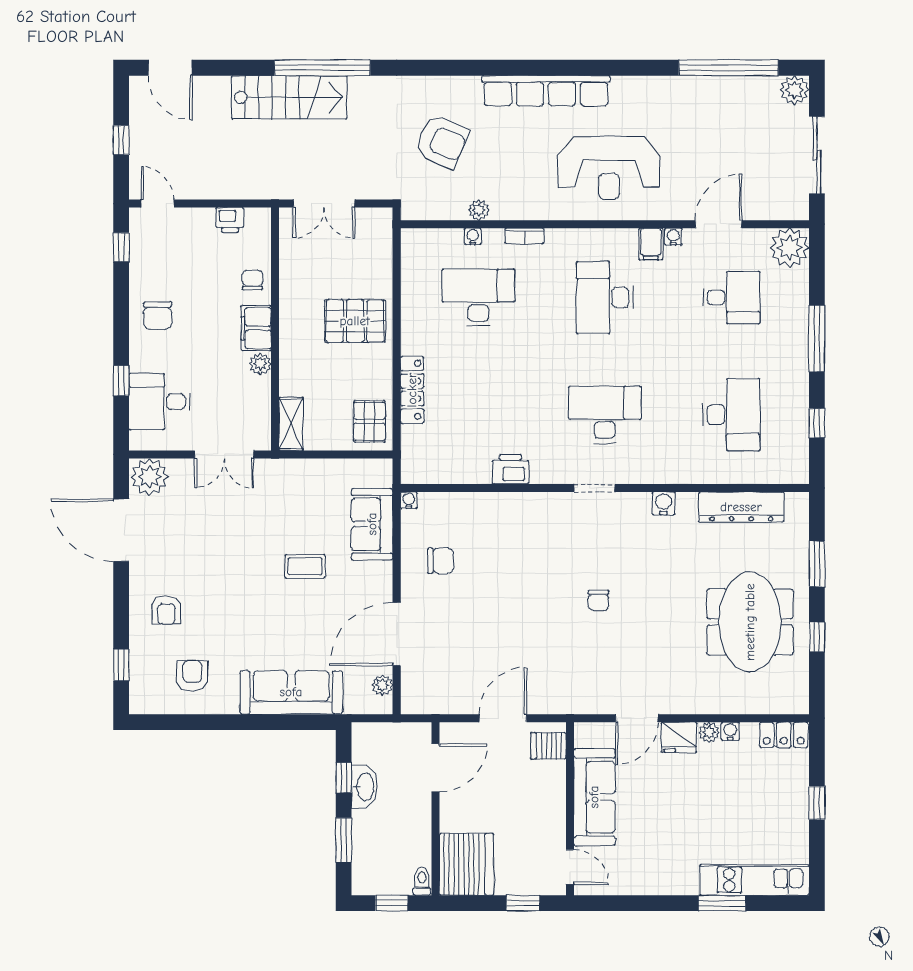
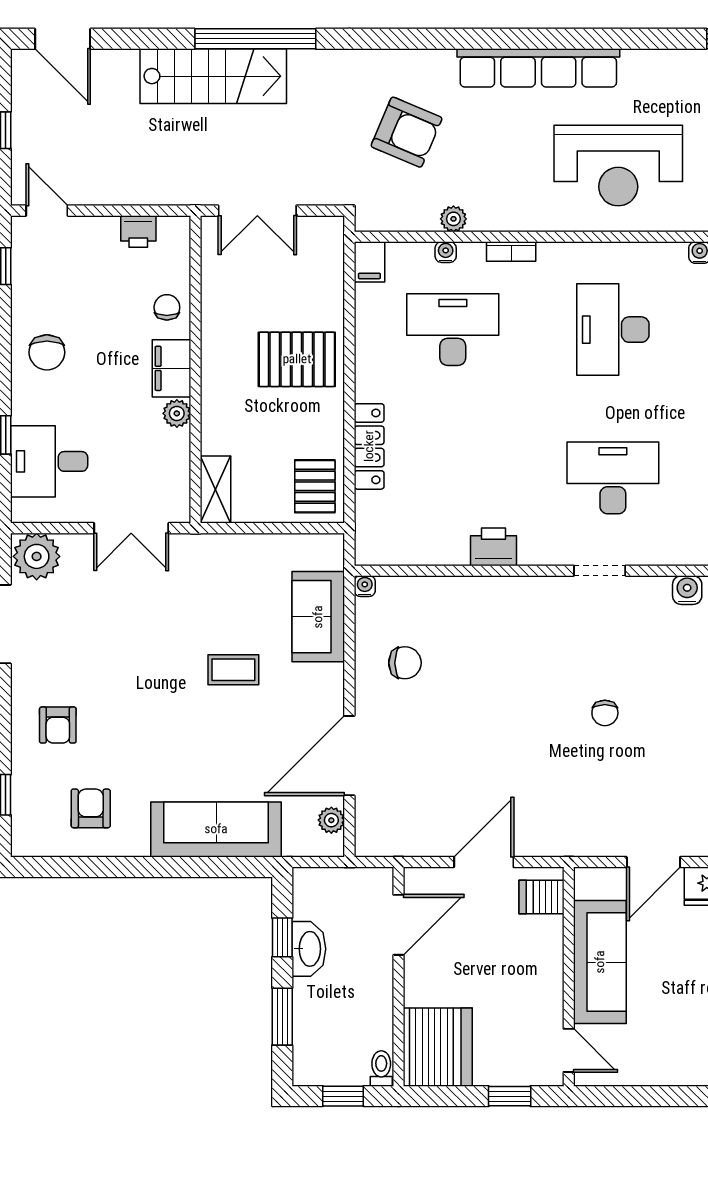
filing cabinet: (651, 244) -> (369, 262), moved

